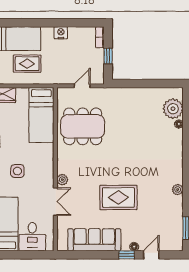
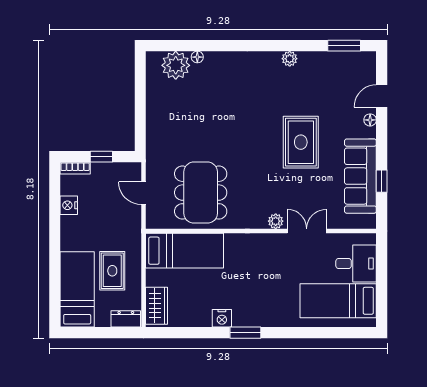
nightstand: (61, 33) -> (69, 205), moved
side table: (17, 171) -> (264, 284), removed
window: (127, 255) -> (382, 181), moved
door: (151, 255) -> (382, 96), hinge flipped

